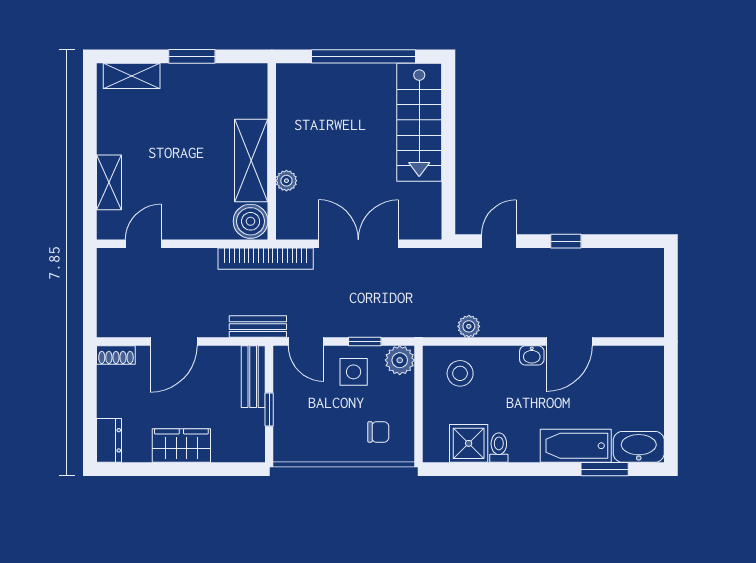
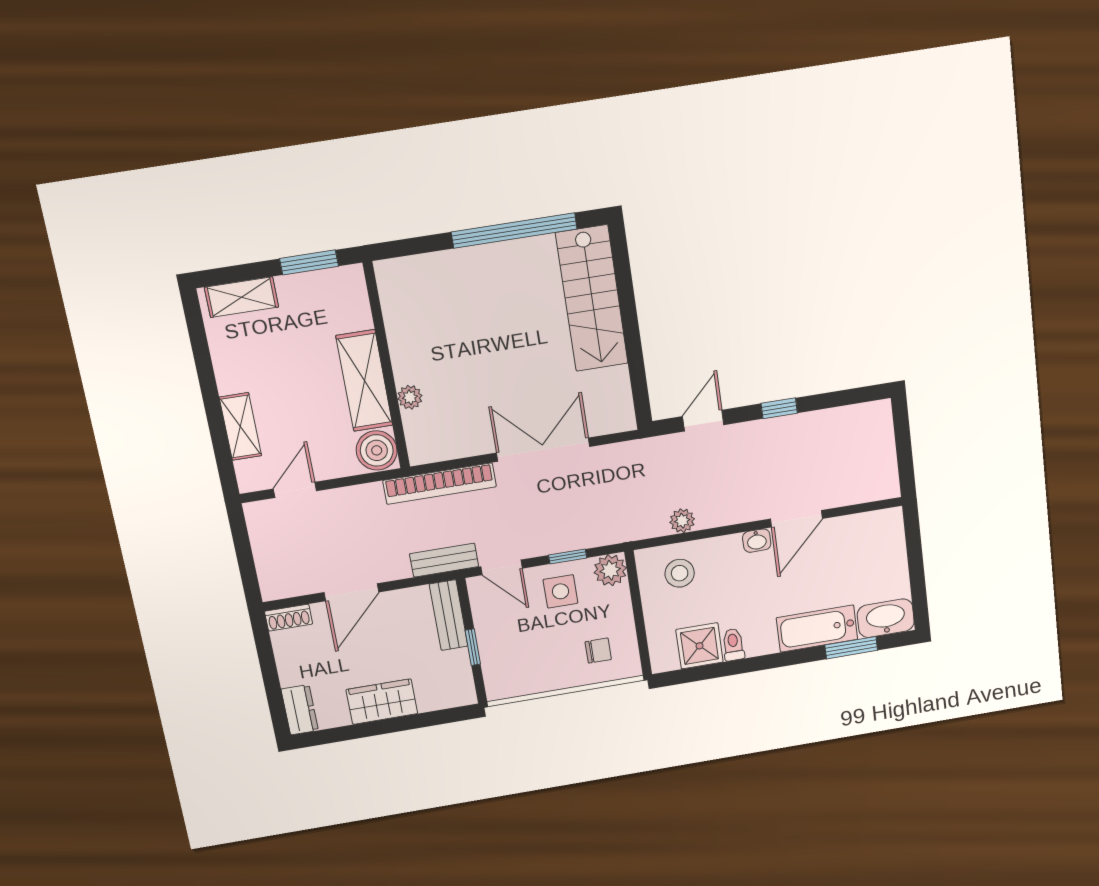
wall: (272, 151) -> (387, 366), moved
shelving: (251, 161) -> (364, 381), moved
plant: (286, 181) -> (410, 397), moved
boiler: (251, 221) -> (377, 450), moved

